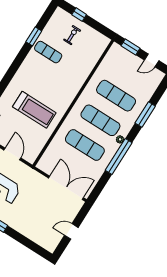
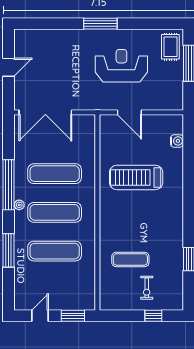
exercise mat: (48, 52) -> (130, 259), moved

